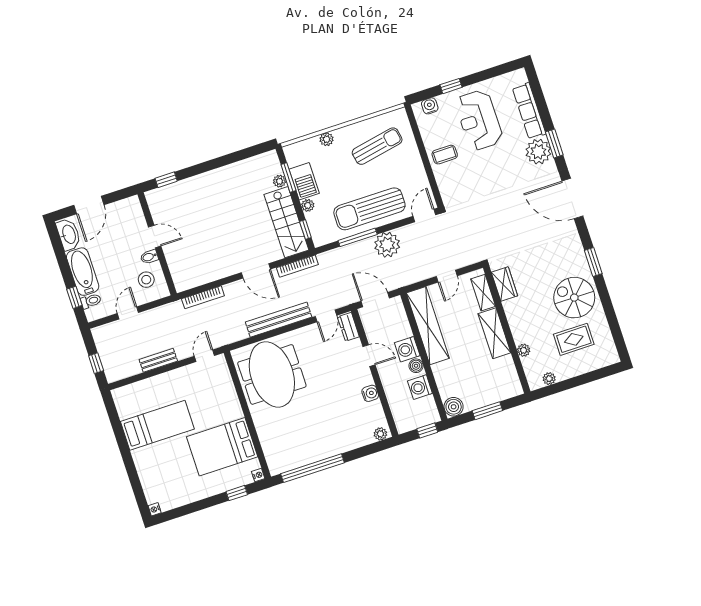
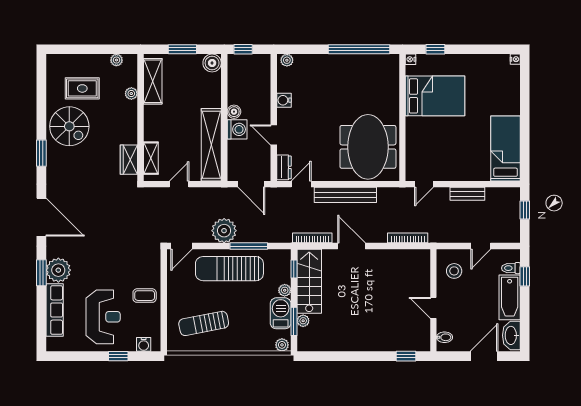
plant: (327, 139) -> (282, 345), moved
sun lounger: (369, 209) -> (229, 269), turned 180
bidet: (149, 257) -> (444, 337), moved
shelving: (494, 333) -> (153, 81), moved
washing machine: (420, 387) -> (237, 91), removed
bed: (157, 425) -> (505, 148), moved, turned 90

